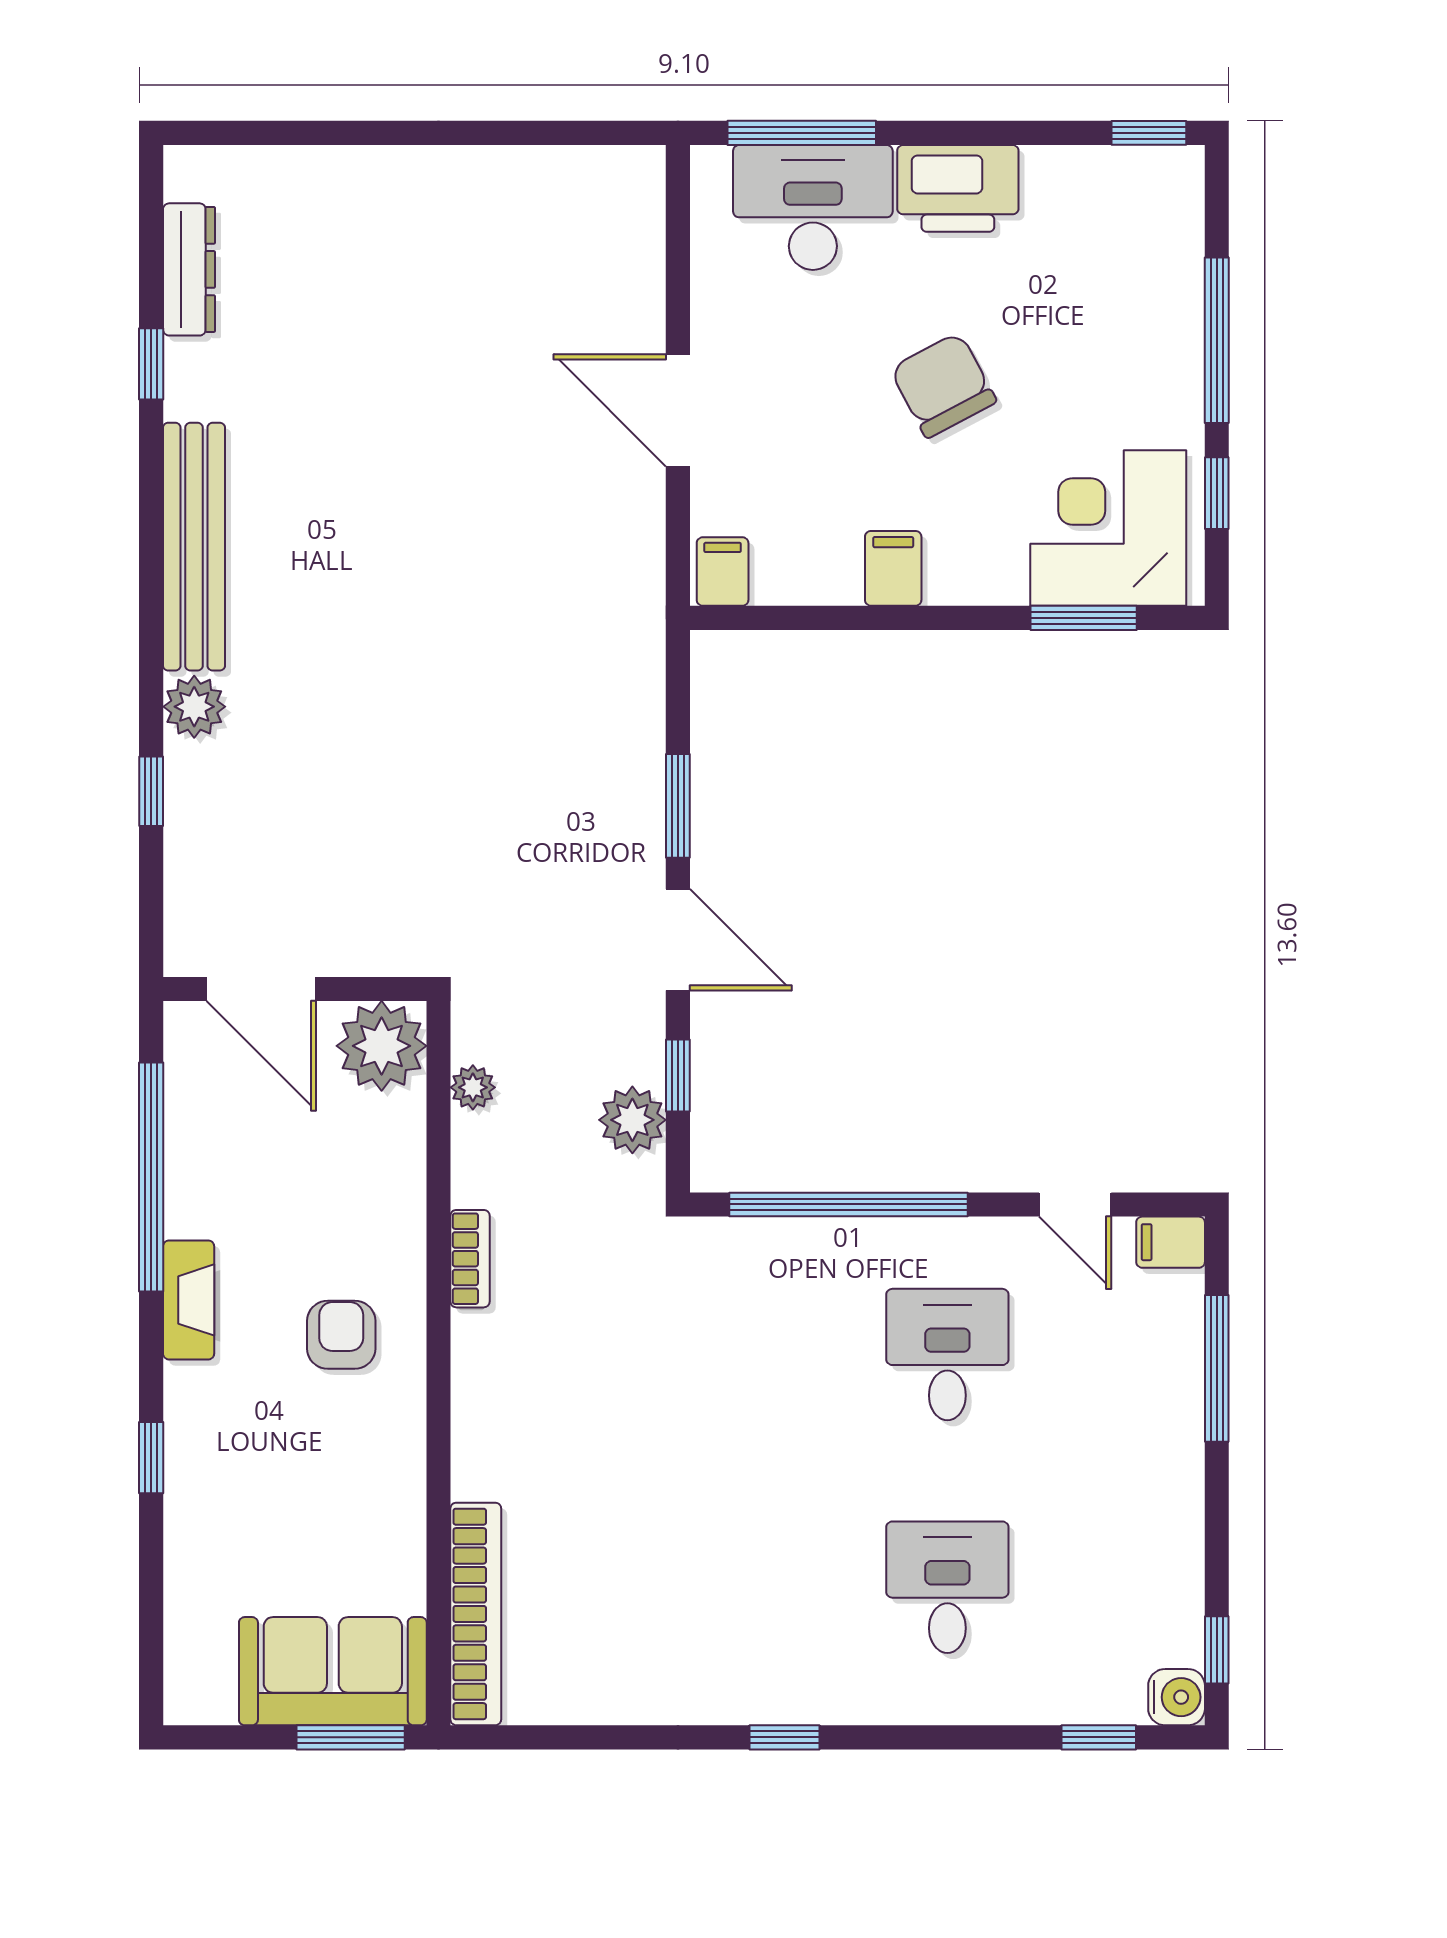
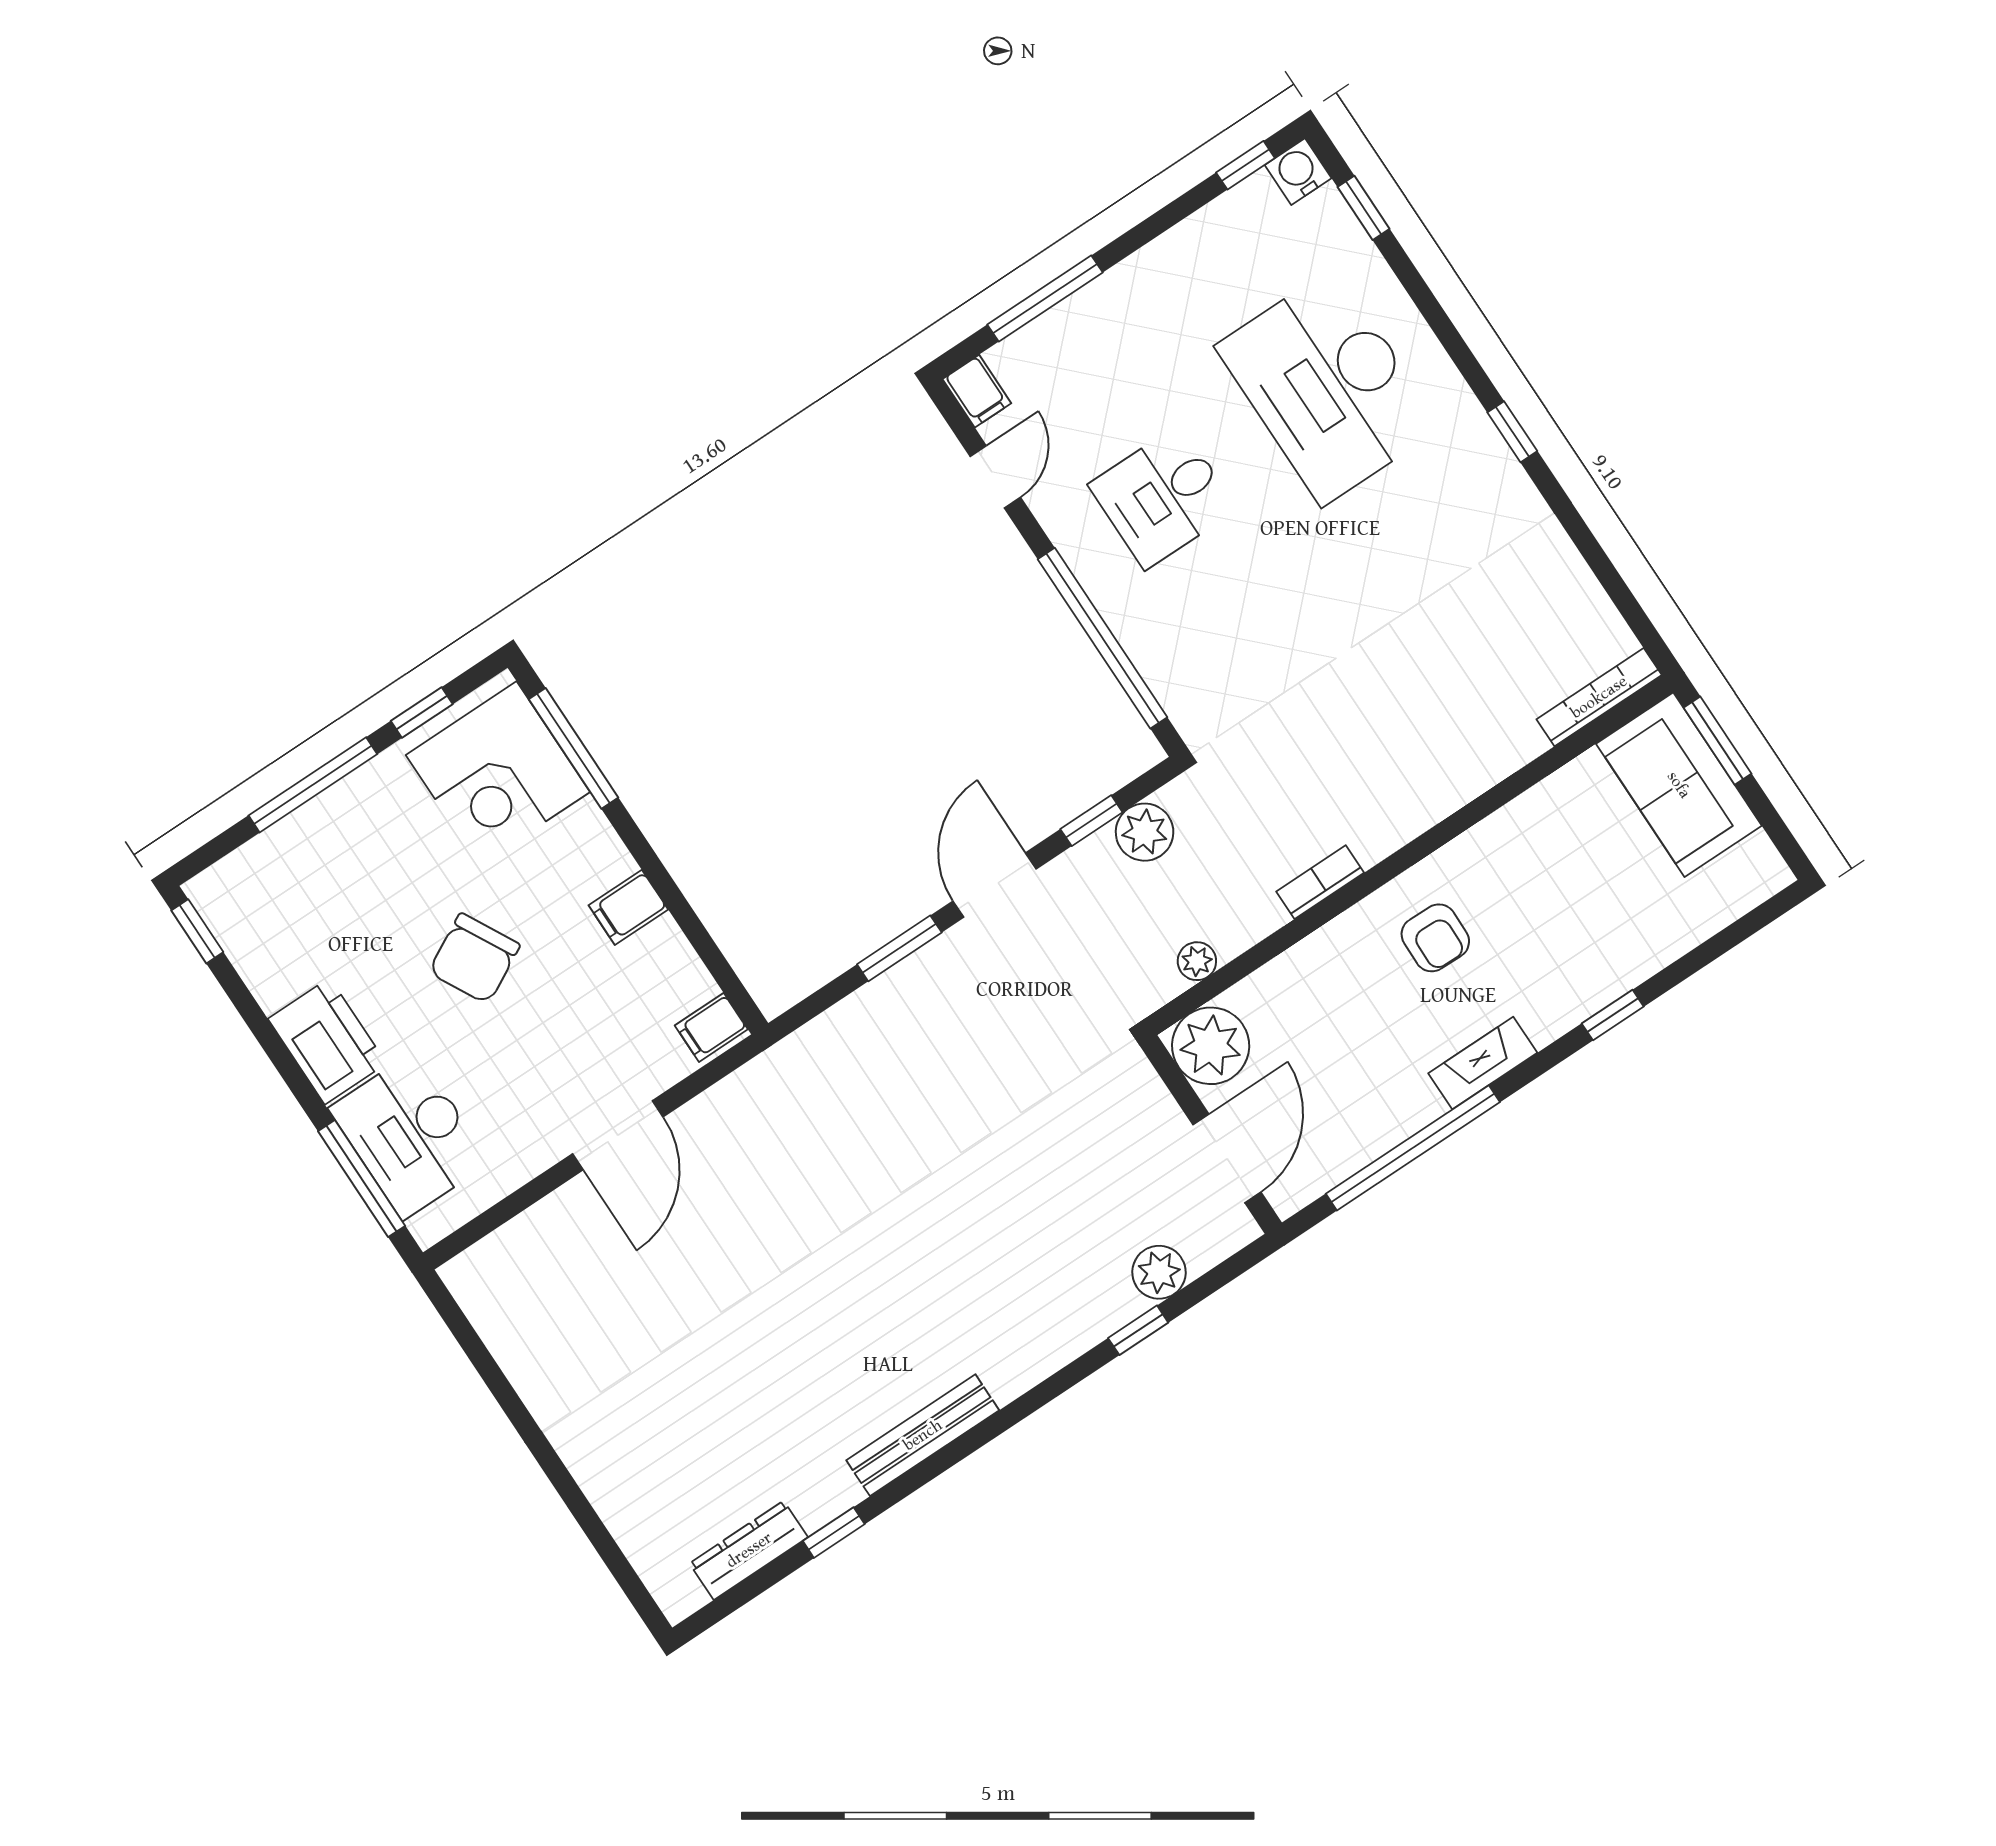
bench: (194, 547) -> (923, 1435), width x0.73, depth x0.82
window: (1084, 618) -> (574, 748), width x1.44
plant: (194, 707) -> (1159, 1272), moved
armchair: (341, 1335) -> (1435, 938), turned -89
desk: (947, 1587) -> (1328, 387), width x1.87, depth x1.30
bookcase: (476, 1614) -> (1599, 697), width x0.68, depth x0.76

